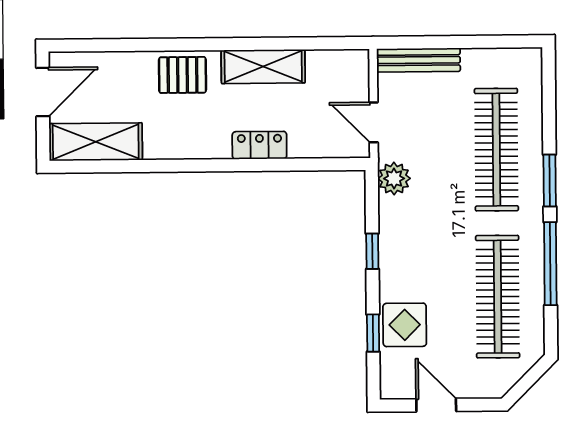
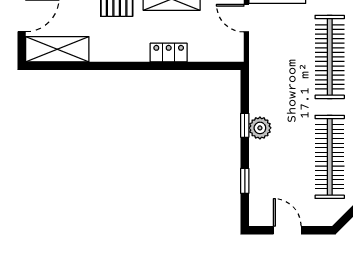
door: (374, 122) -> (246, 18), moved
plant: (394, 179) -> (260, 128), moved
display table: (405, 325) -> (266, 175), removed

